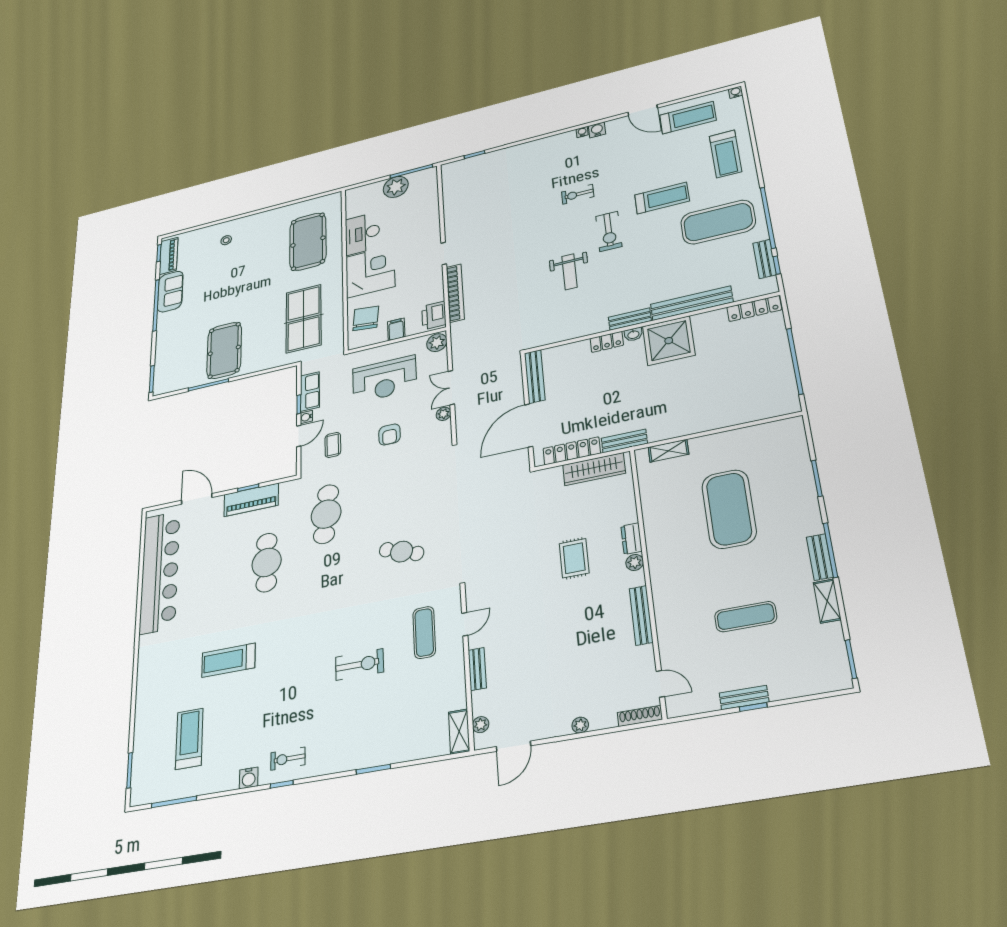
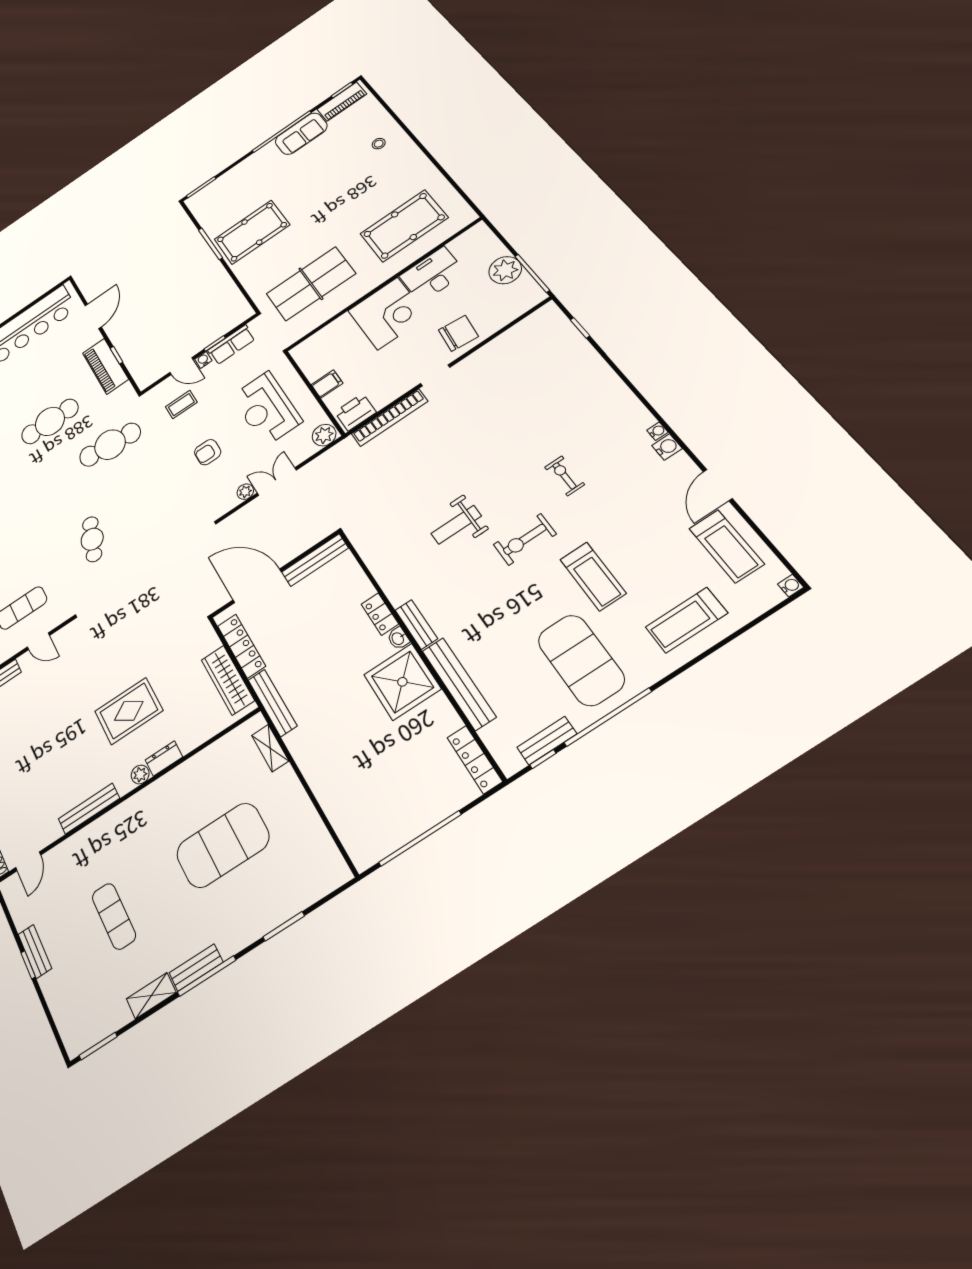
chair: (366, 318) -> (458, 333), moved
bench: (624, 441) -> (272, 703), width x1.36
rug: (574, 558) -> (129, 711), width x1.36, depth x1.43

